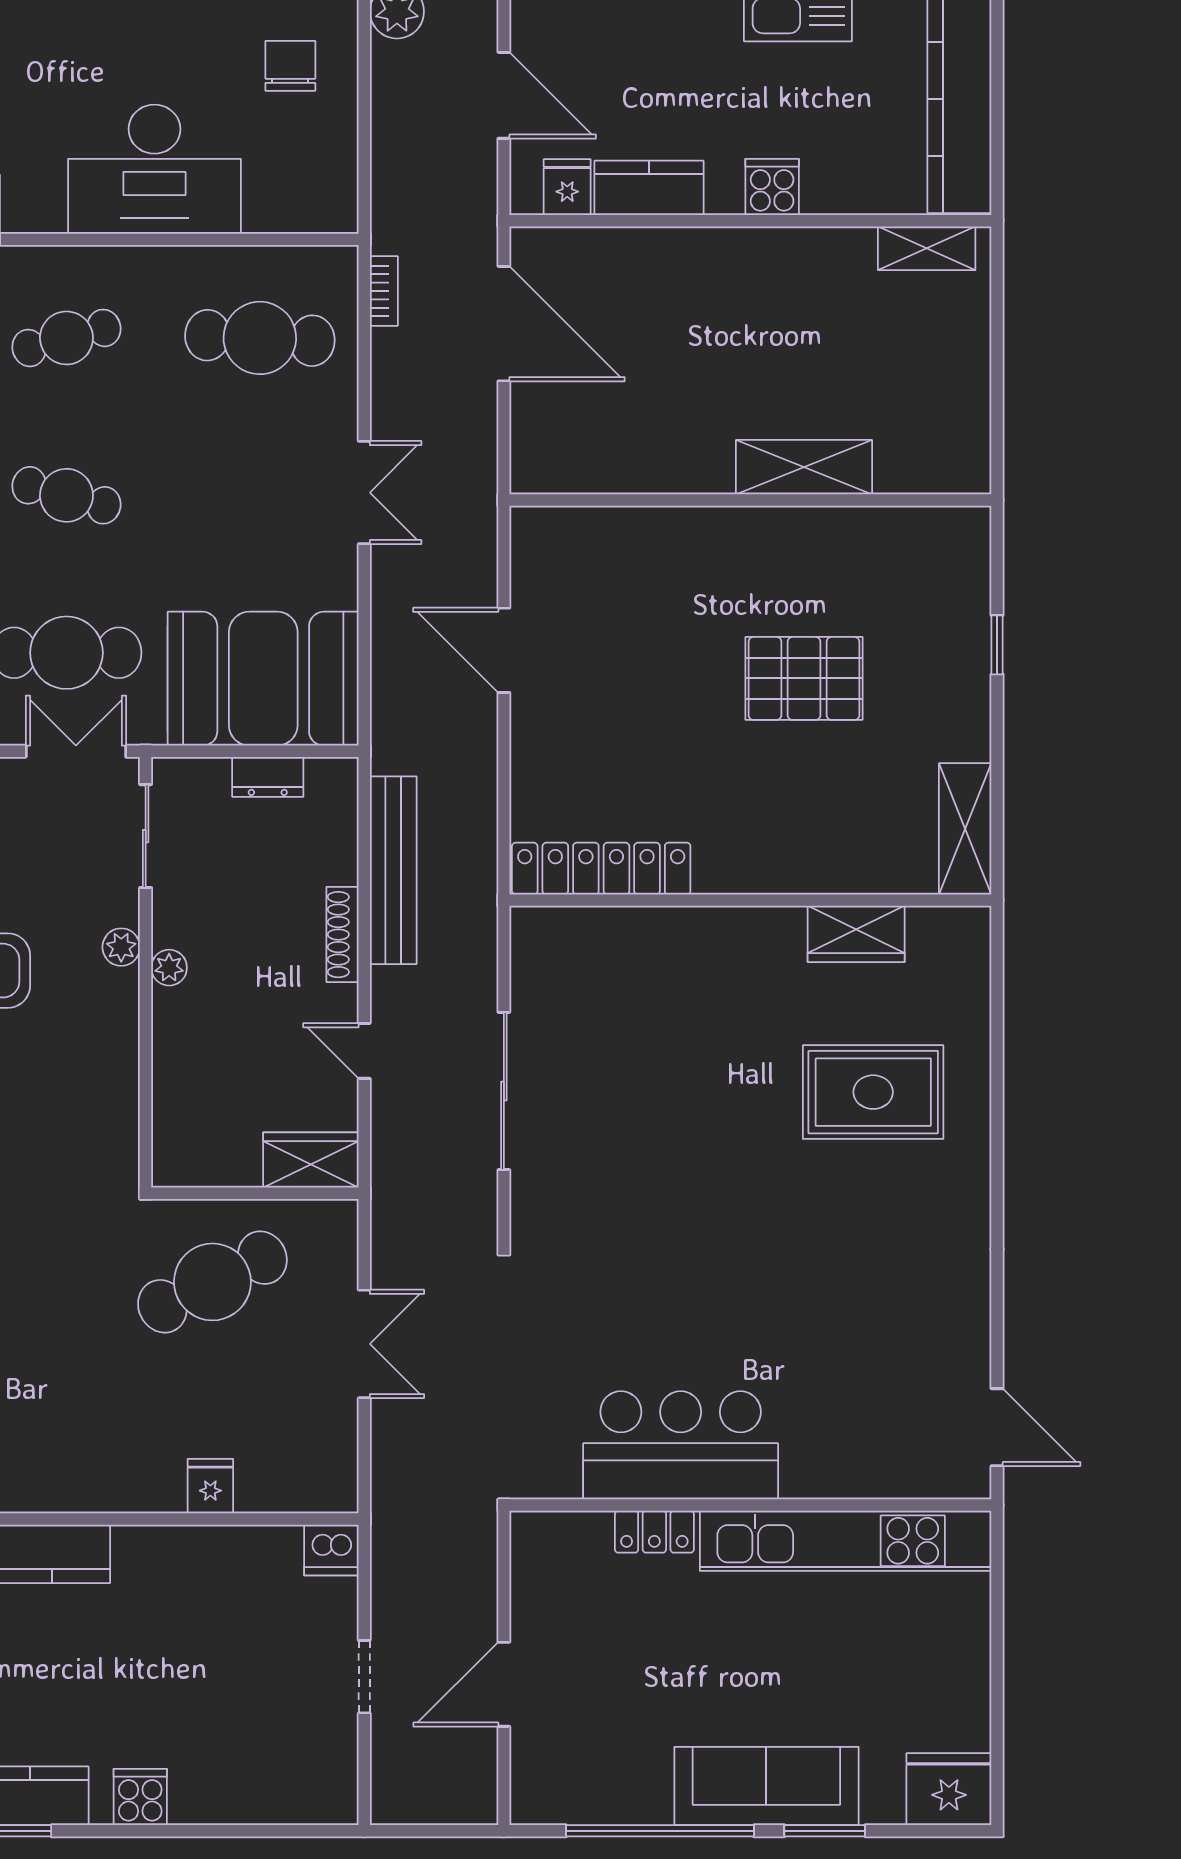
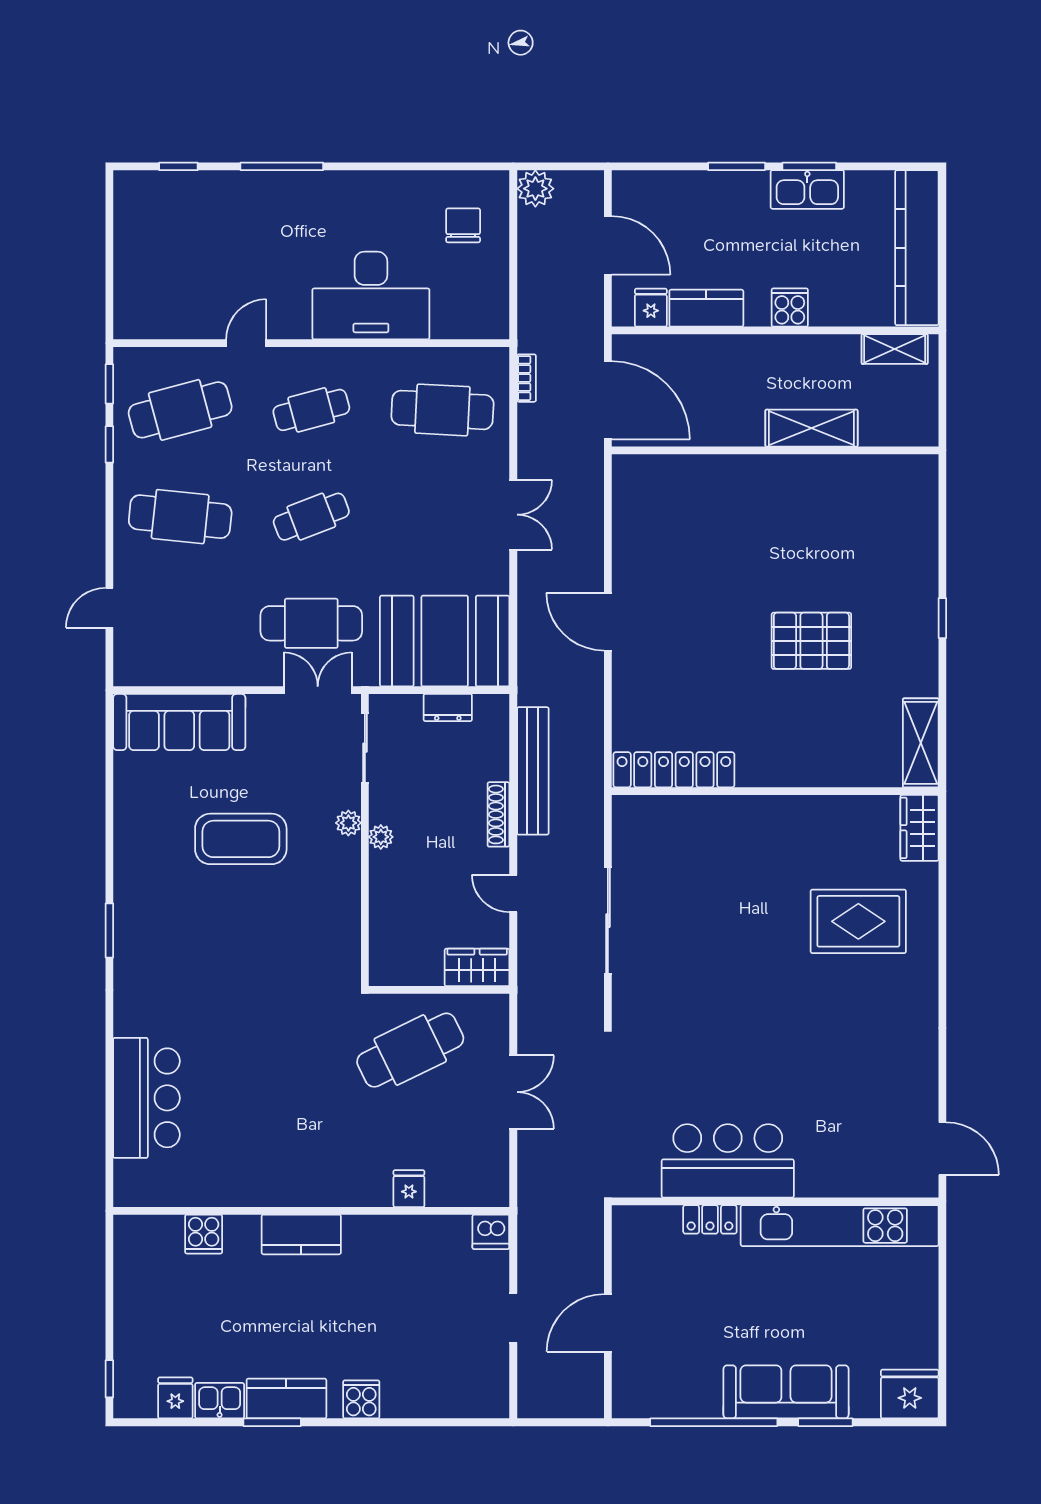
shelving: (804, 467) -> (811, 428), moved
cafe table: (66, 495) -> (311, 517), turned -36
wall: (750, 500) -> (775, 450), moved
wardrobe: (856, 934) -> (919, 828), moved, turned 90

